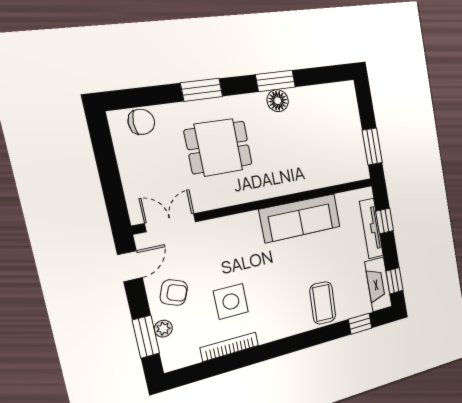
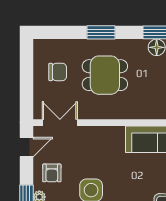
chair: (141, 122) -> (58, 72), moved
armchair: (174, 292) -> (52, 173), turned 69

